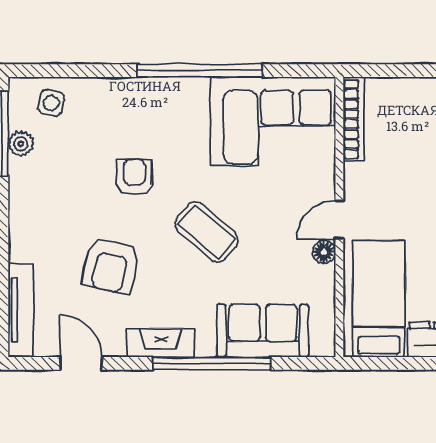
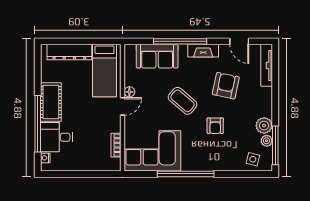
bookcase: (354, 119) -> (116, 145), width x0.64
plant: (27, 177) -> (264, 126), added

